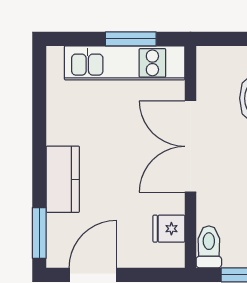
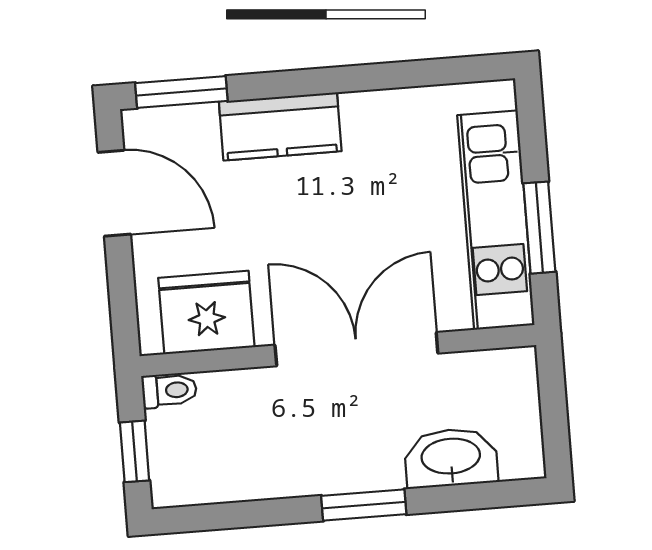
fridge: (169, 229) -> (206, 312), width x1.88, depth x1.34
toilet: (209, 247) -> (169, 390), width x0.73, depth x0.72

